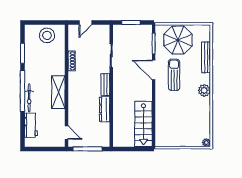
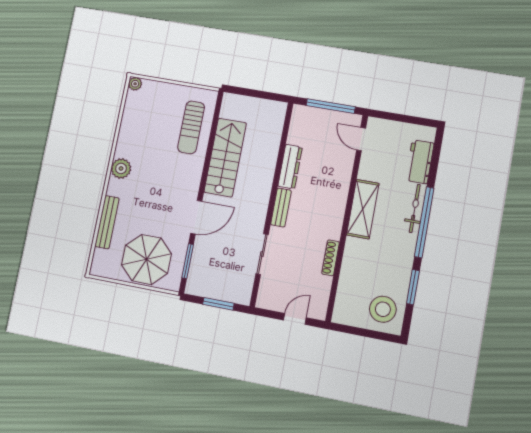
stool: (47, 35) -> (383, 309), moved
door: (154, 70) -> (196, 217), hinge flipped
sun lounger: (174, 75) -> (191, 127), moved
stairs: (143, 124) -> (225, 157), moved

